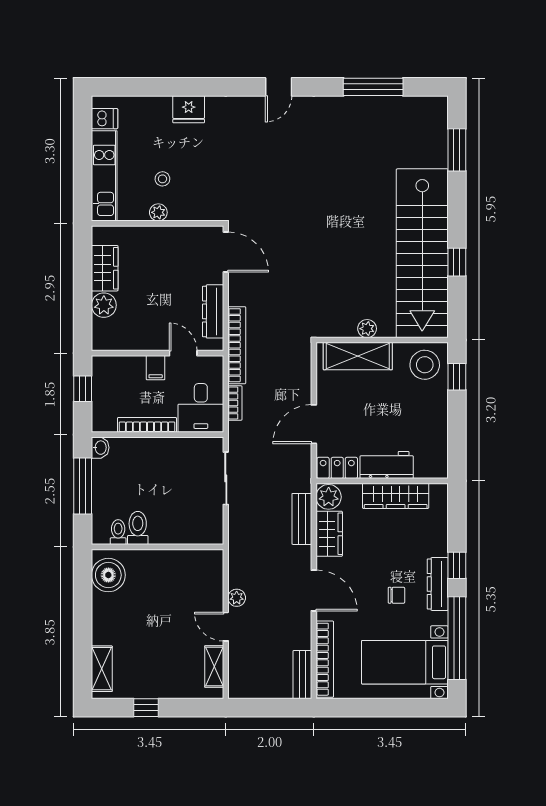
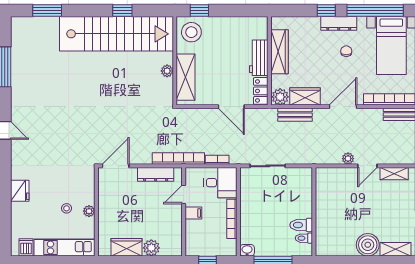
boiler: (108, 575) -> (368, 245), moved

